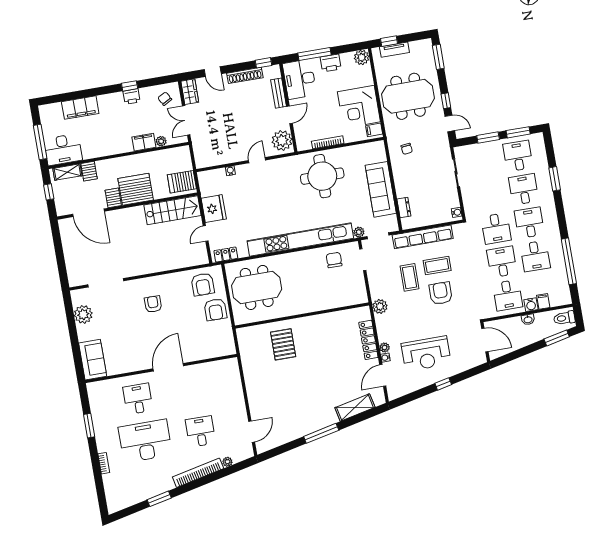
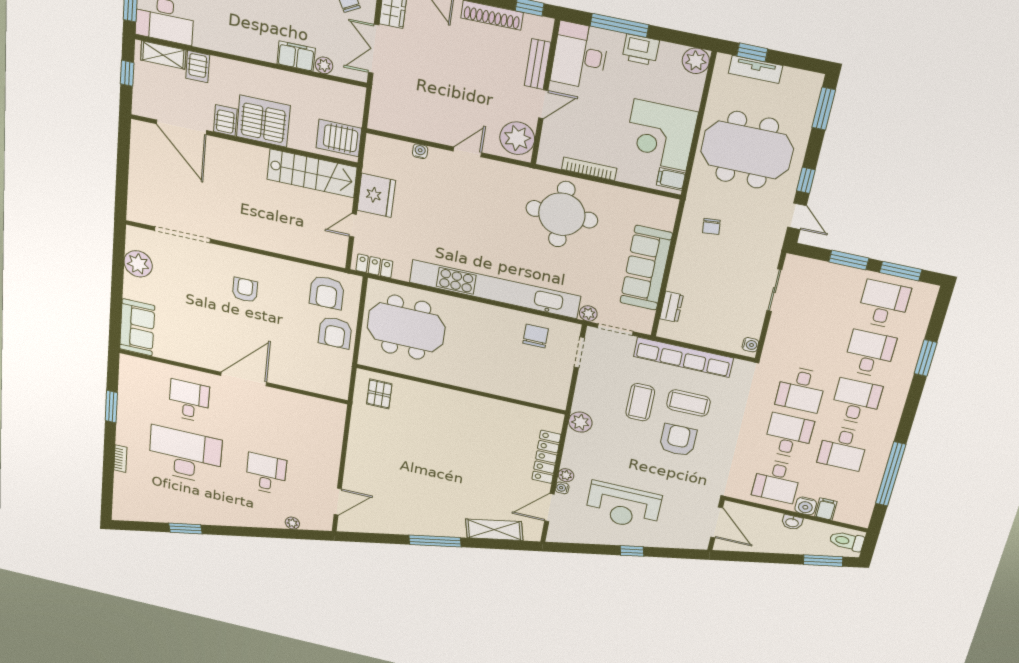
pallet: (283, 344) -> (379, 394), moved, width x0.67, depth x0.71
bookcase: (198, 473) -> (248, 520), removed

